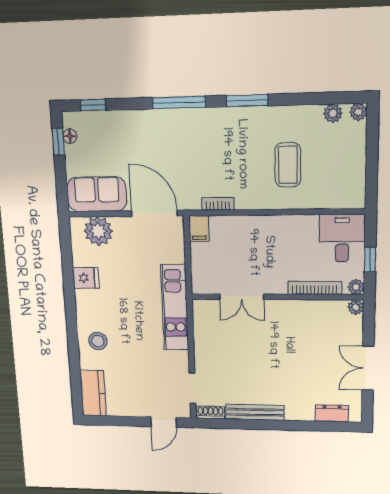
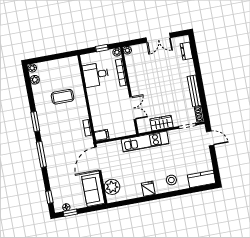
desk: (342, 238) -> (96, 75), moved
fridge: (86, 278) -> (148, 189), moved
wardrobe: (205, 344) -> (162, 123), added

